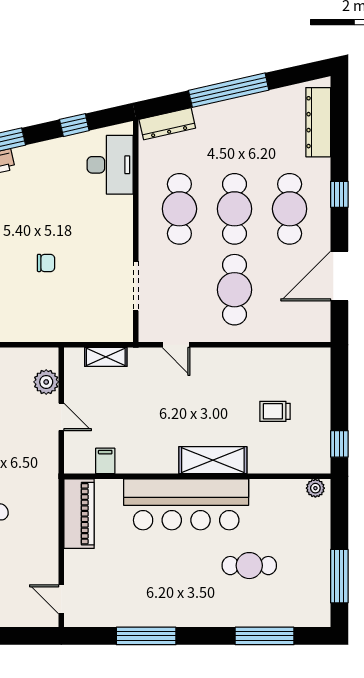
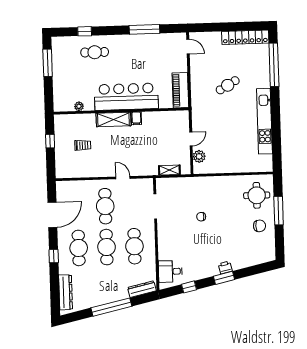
desk: (110, 165) -> (170, 271), width x0.73
door: (176, 345) -> (123, 178), moved
door: (61, 417) -> (191, 139), swing flipped
window: (339, 444) -> (50, 141), moved
filing cabinet: (105, 461) -> (136, 118), moved
plant: (315, 488) -> (79, 106), moved
cafe table: (249, 566) -> (95, 52), moved
window: (265, 636) -> (85, 31), width x0.46

